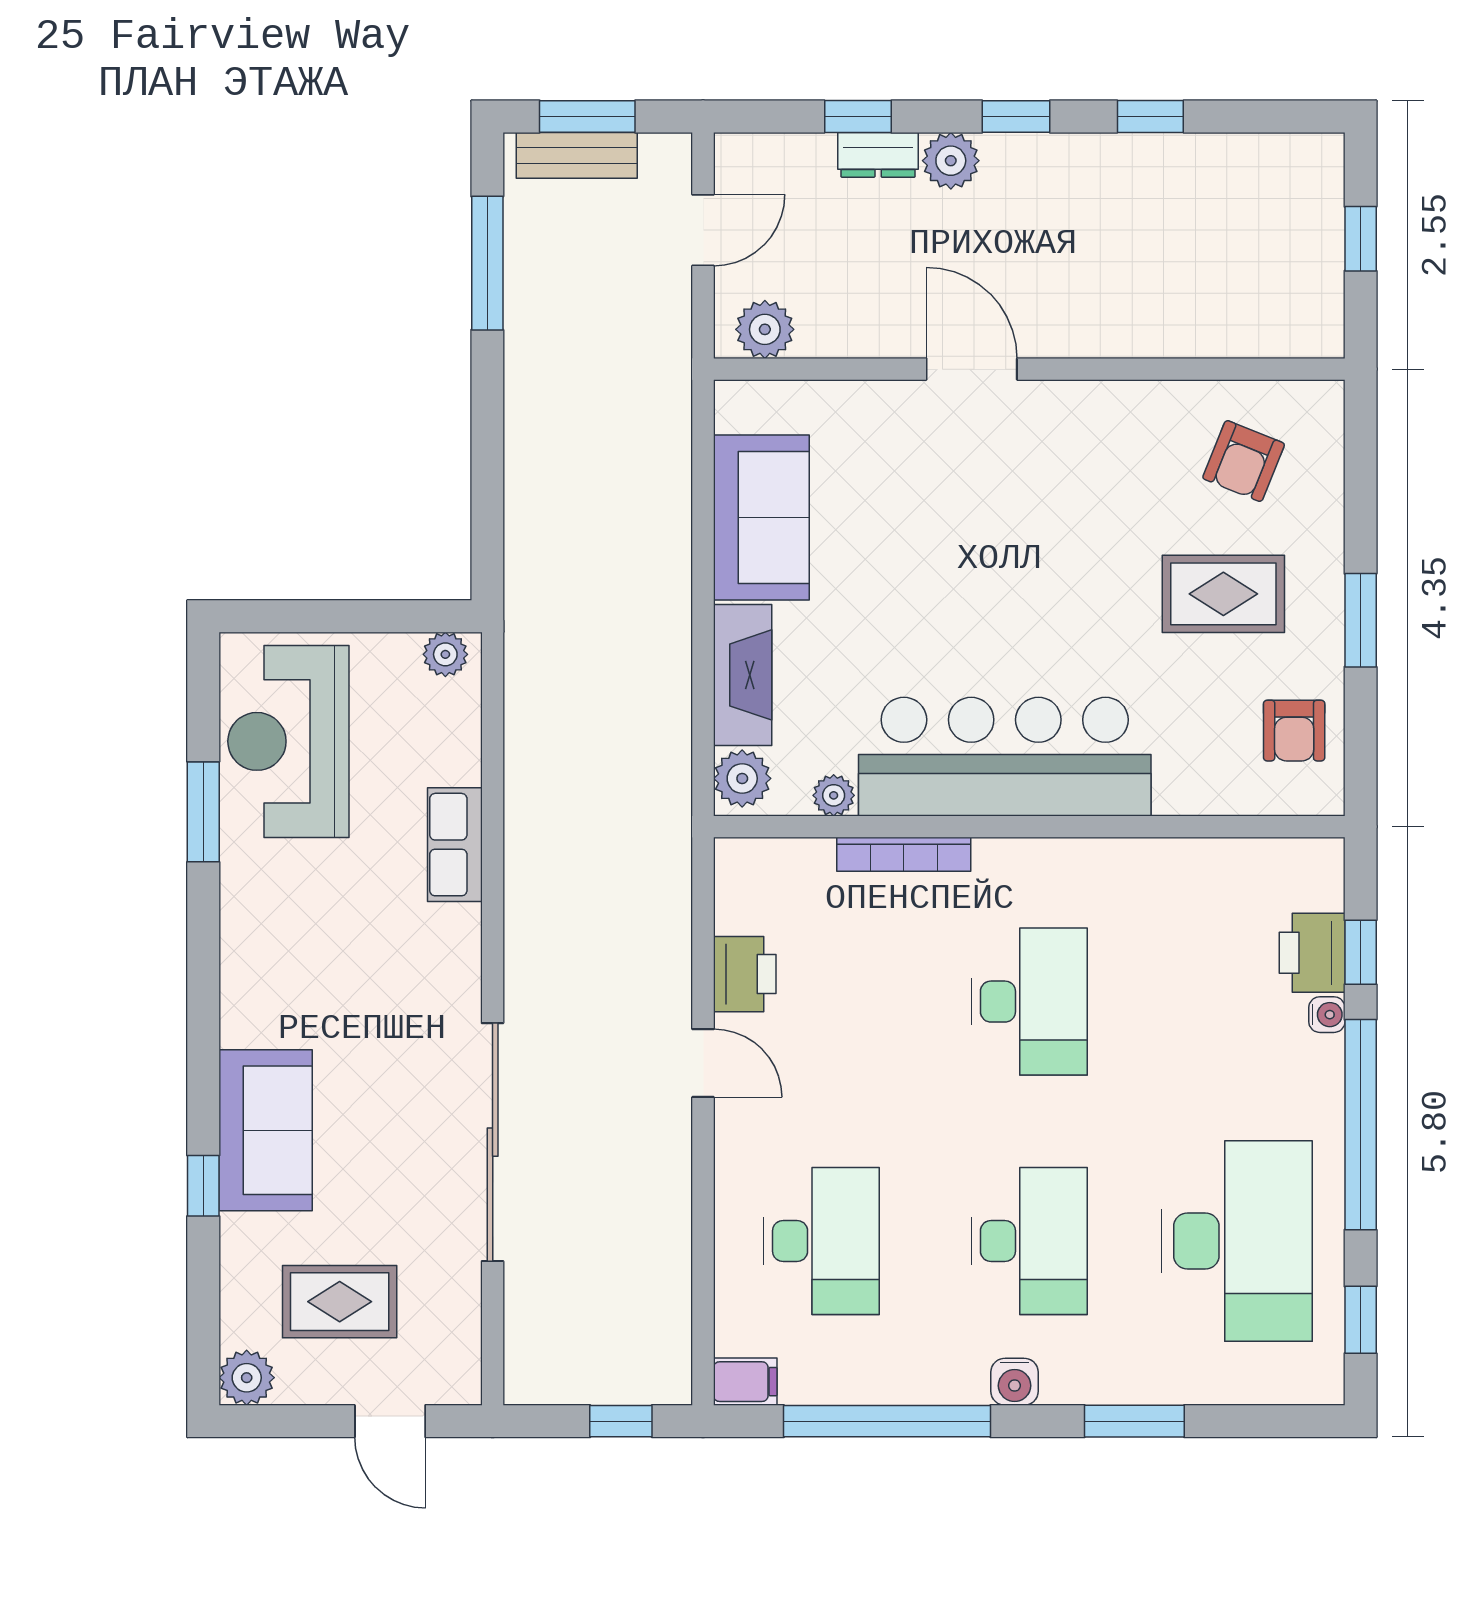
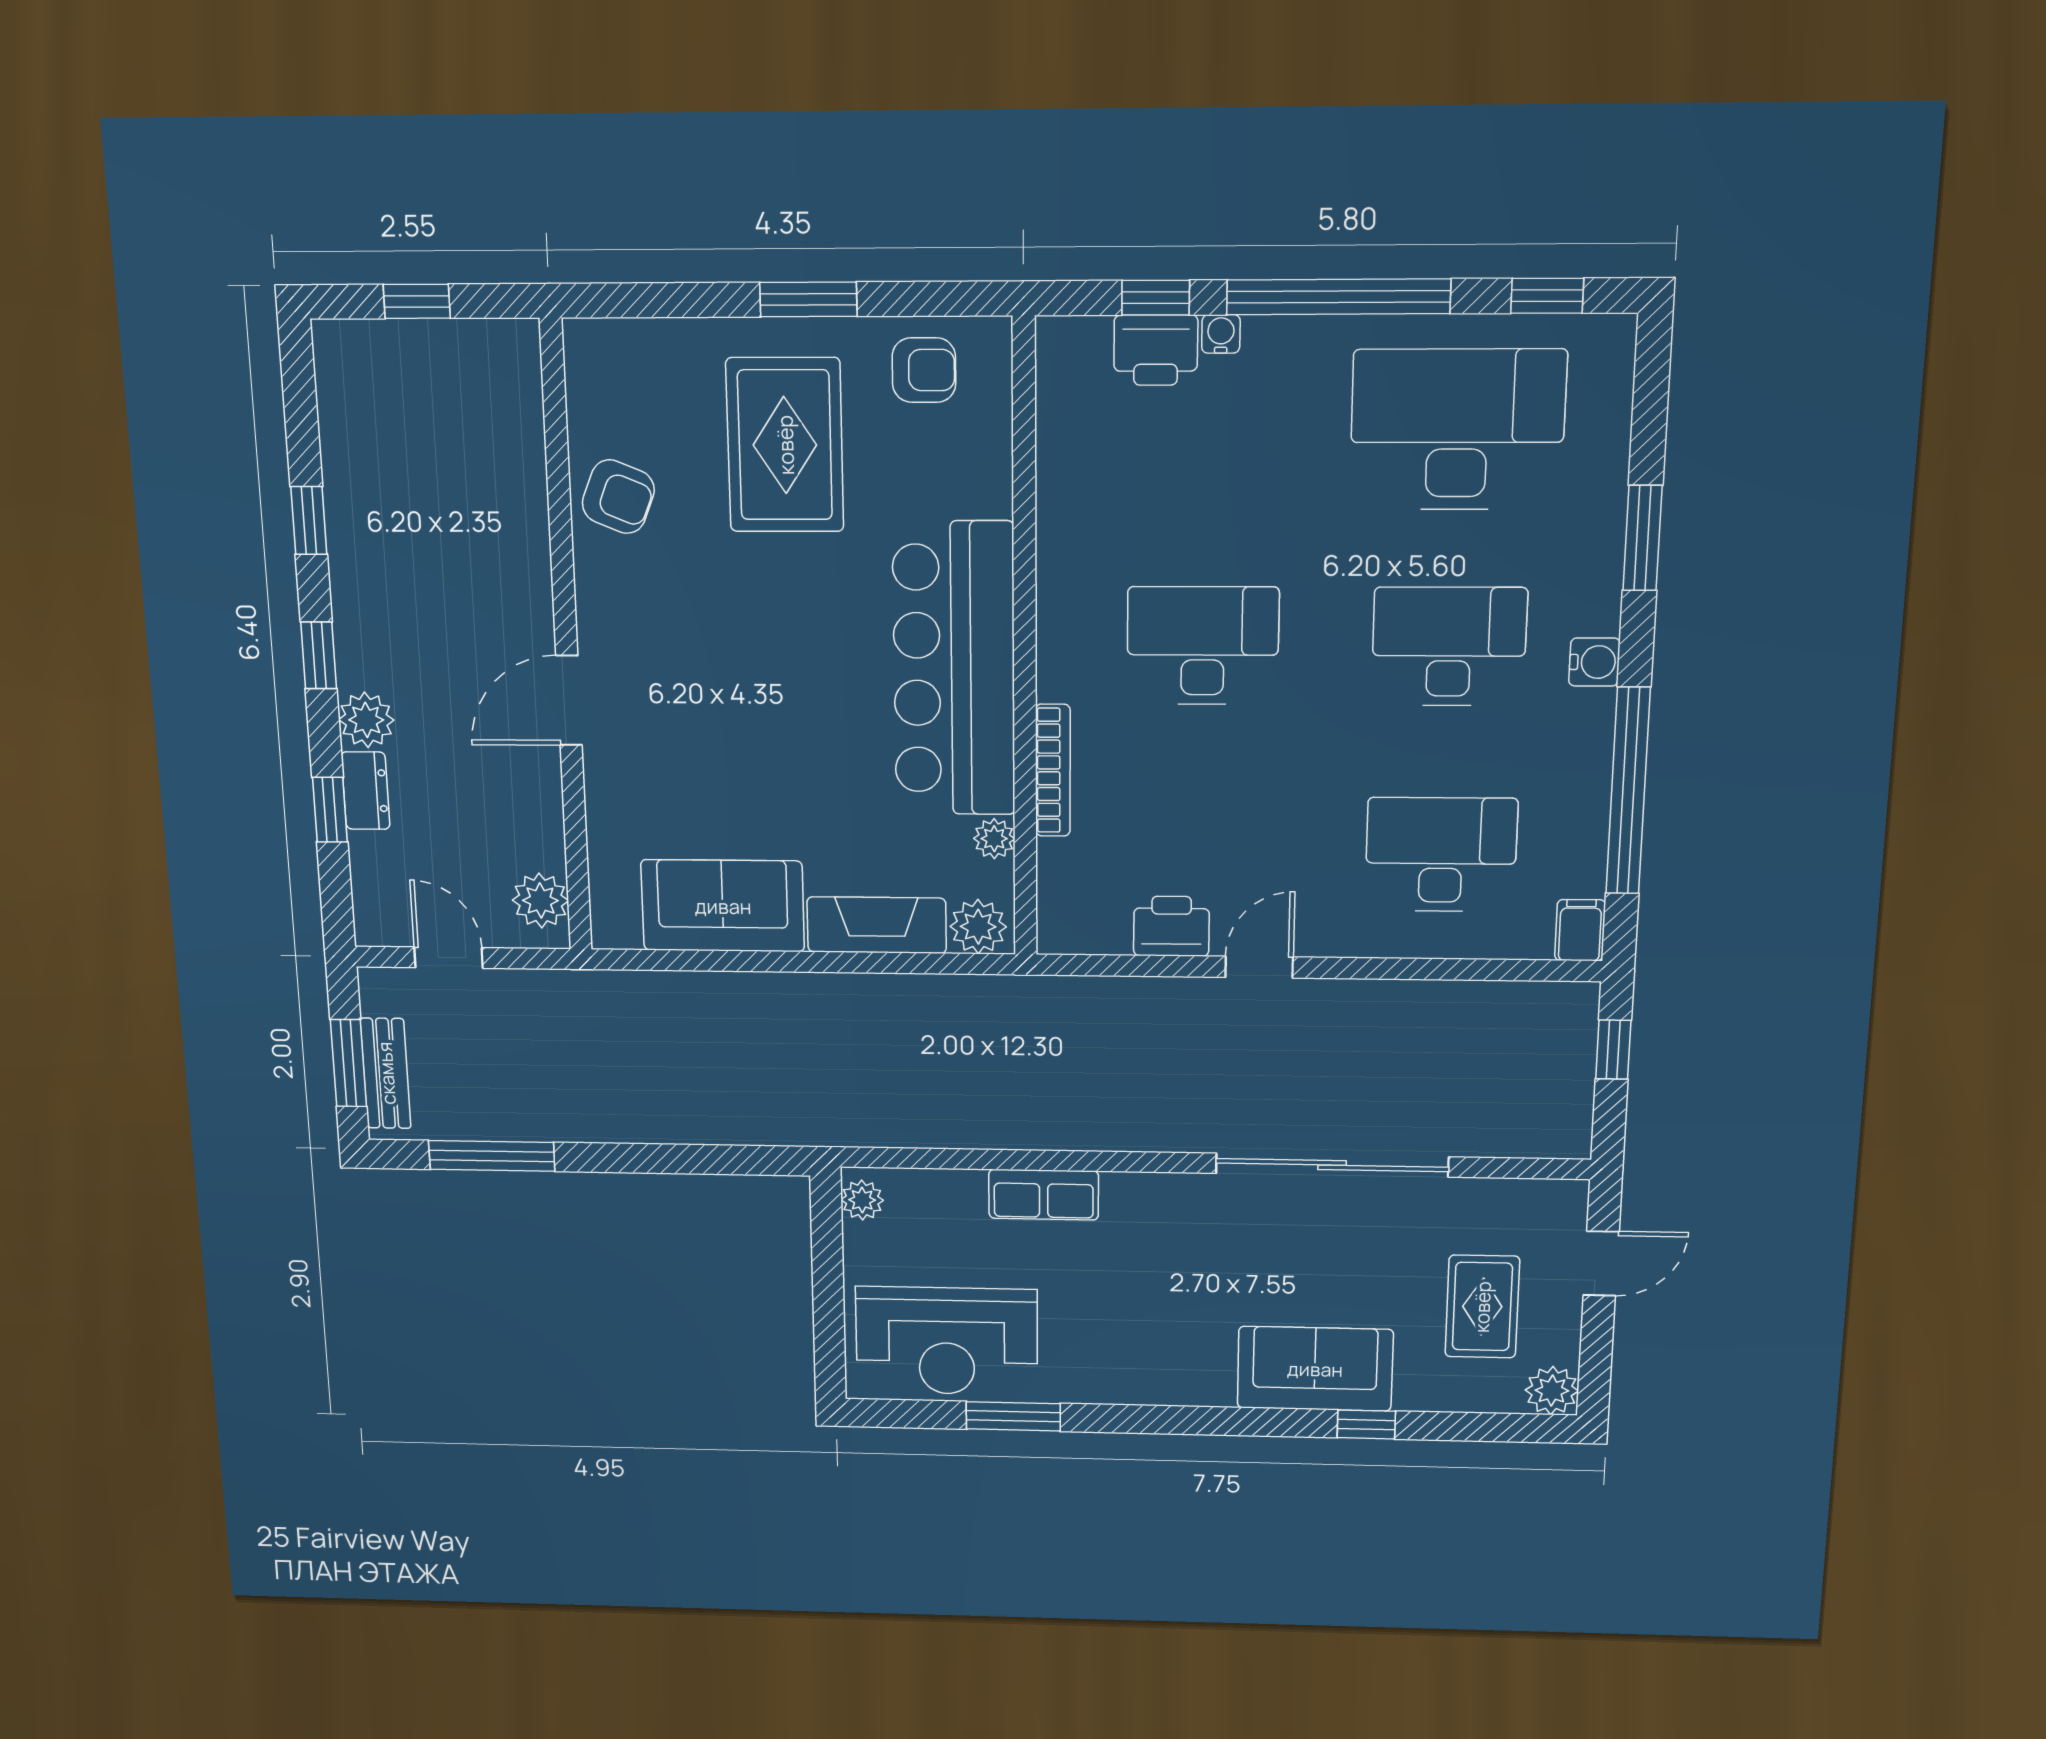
armchair: (1244, 461) -> (618, 497), moved
rug: (1223, 594) -> (785, 445), width x1.36, depth x1.43

